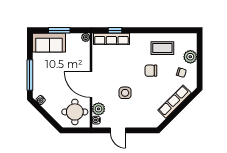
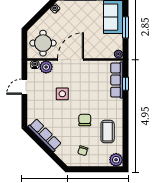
plant: (190, 57) -> (116, 160), moved
row of seats: (175, 102) -> (45, 135), moved

